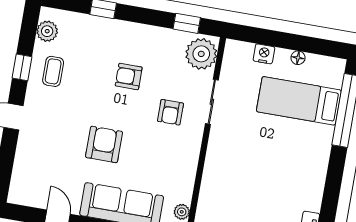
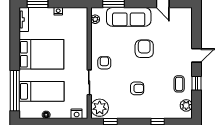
nightstand: (264, 54) -> (77, 114), moved
armchair: (170, 112) -> (104, 63), moved
armchair: (104, 144) -> (144, 49), turned 180
bed: (288, 166) -> (41, 54), added

